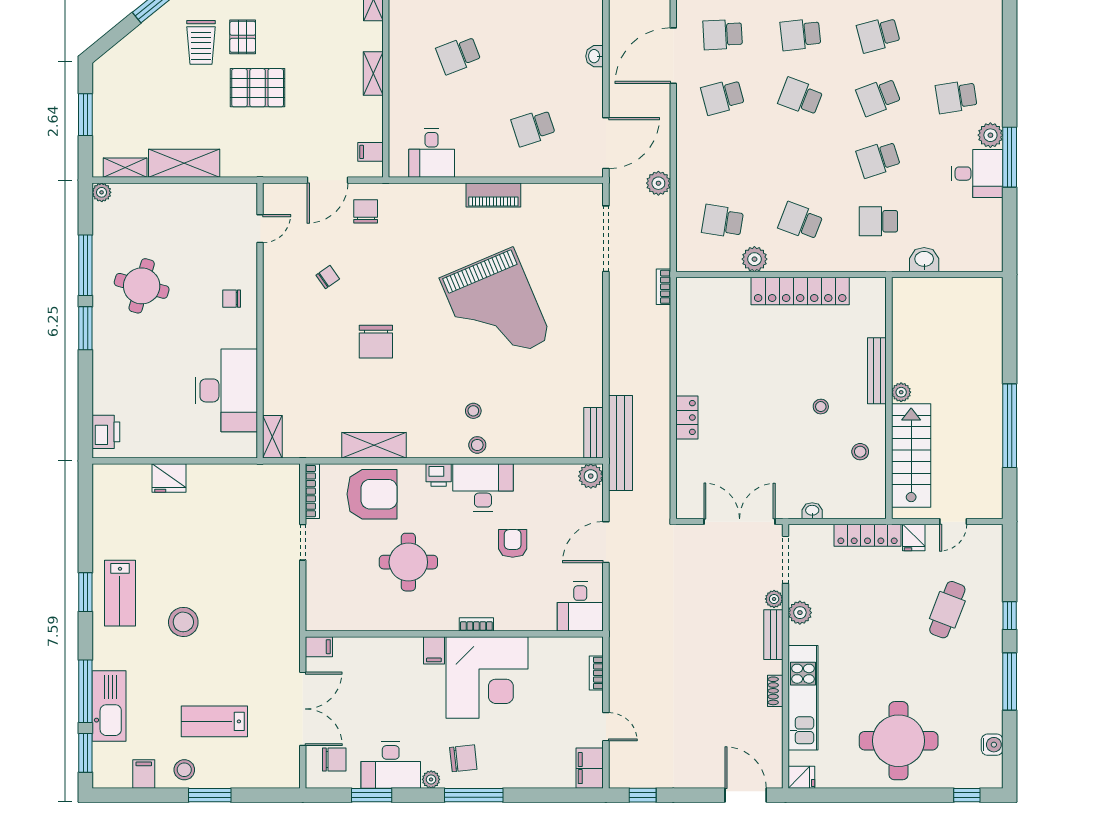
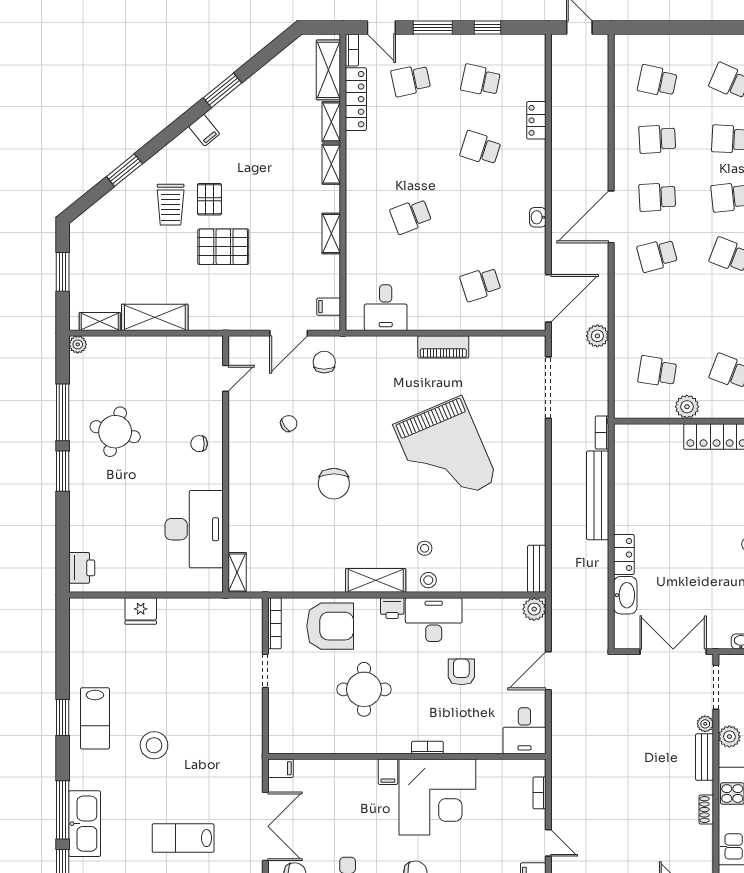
bench: (620, 443) -> (598, 495), moved
shelving: (374, 445) -> (376, 580), moved
washbasin: (688, 461) -> (625, 595), added

